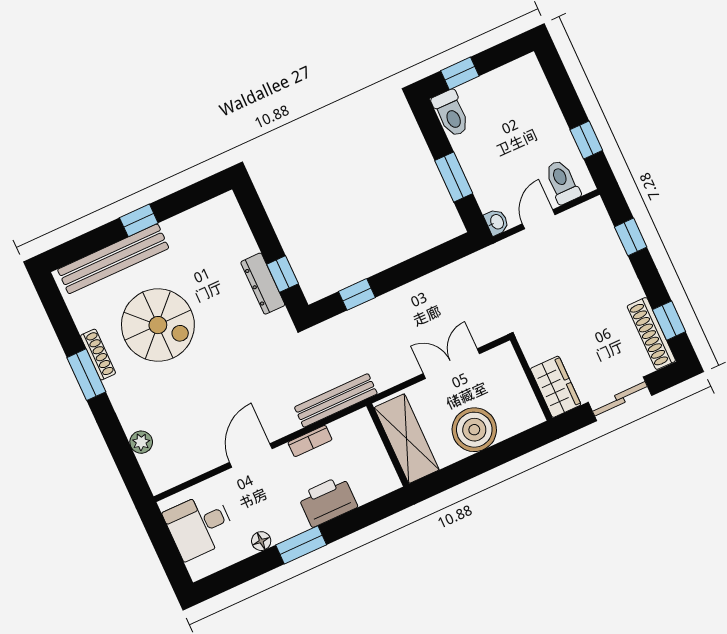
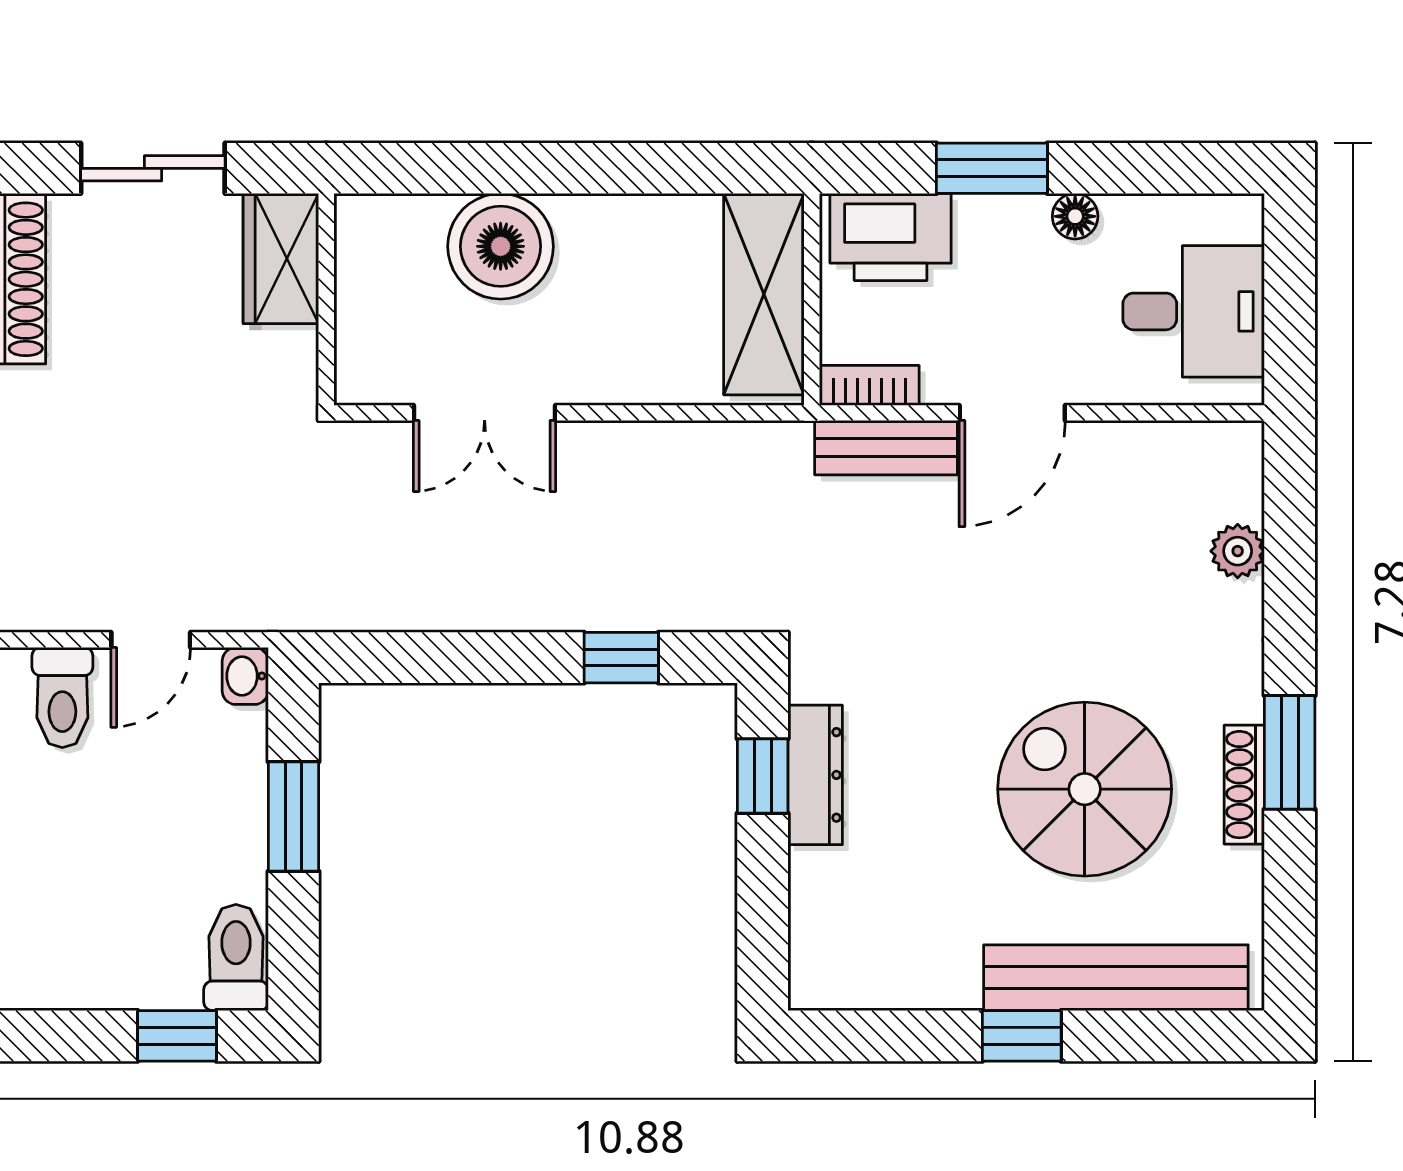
bench: (336, 400) -> (886, 448), moved, width x0.73
shelving: (407, 439) -> (764, 294), moved
wall: (387, 445) -> (812, 299), moved

